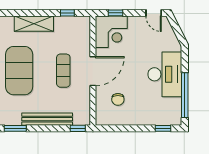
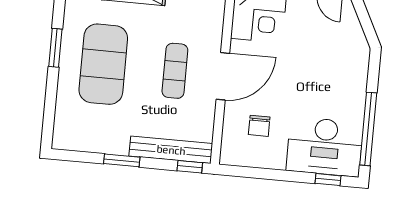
desk: (165, 74) -> (325, 147), moved, turned 90
bench: (47, 119) -> (171, 150), moved
window: (15, 128) -> (122, 160), moved

